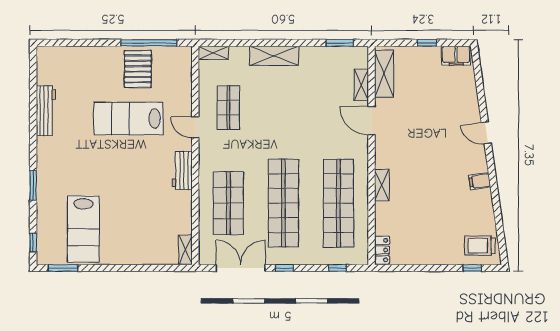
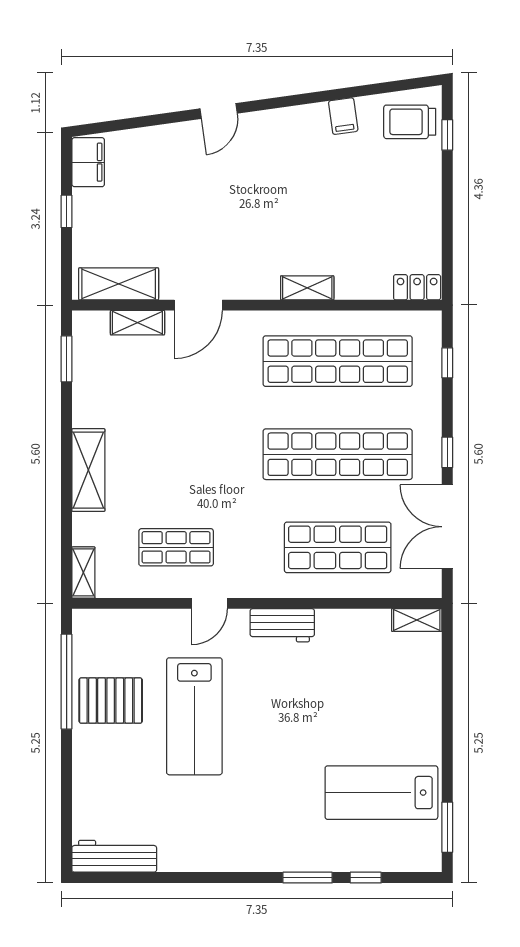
workbench: (46, 111) -> (114, 856), moved
filing cabinet: (480, 181) -> (343, 116), moved
lab bench: (83, 229) -> (381, 793), turned 180
window: (33, 242) -> (366, 878), moved
trolley: (480, 246) -> (410, 122), turned 90

